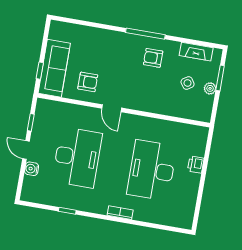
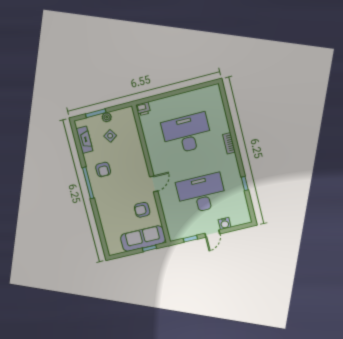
armchair: (88, 82) -> (142, 210), turned -90
printer: (196, 165) -> (143, 109), moved
desk: (152, 170) -> (187, 134), turned 180

